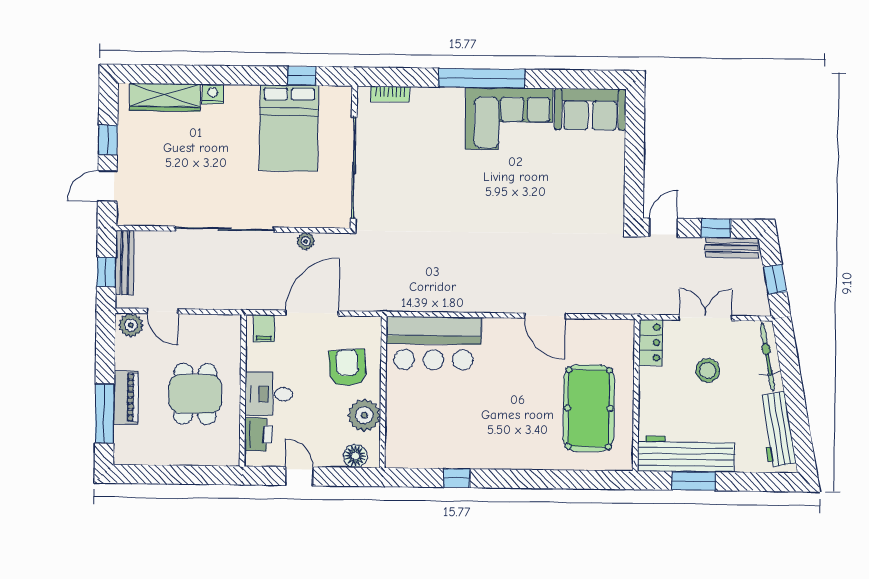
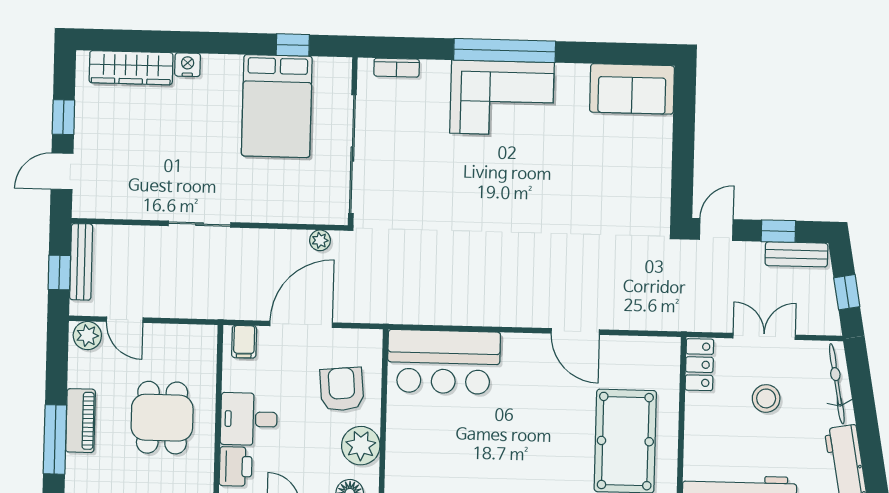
corner sofa: (509, 119) -> (502, 98), moved
sliding door: (225, 229) -> (199, 224), width x0.54
plant: (306, 241) -> (320, 240), moved

